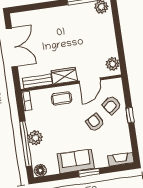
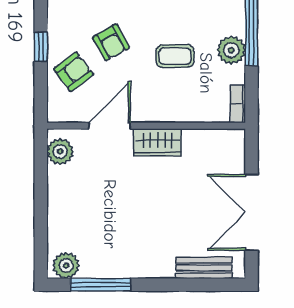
bench: (37, 81) -> (204, 268), moved
coffee table: (61, 98) -> (175, 56), moved
plant: (35, 138) -> (231, 50), moved

